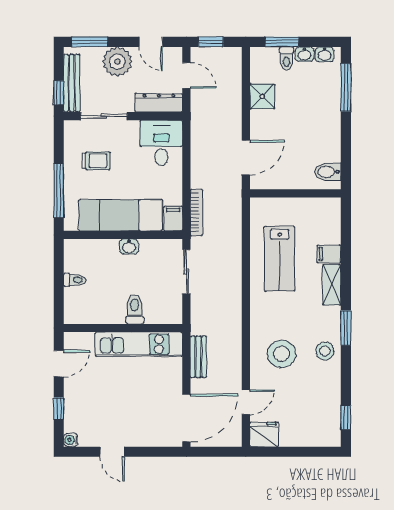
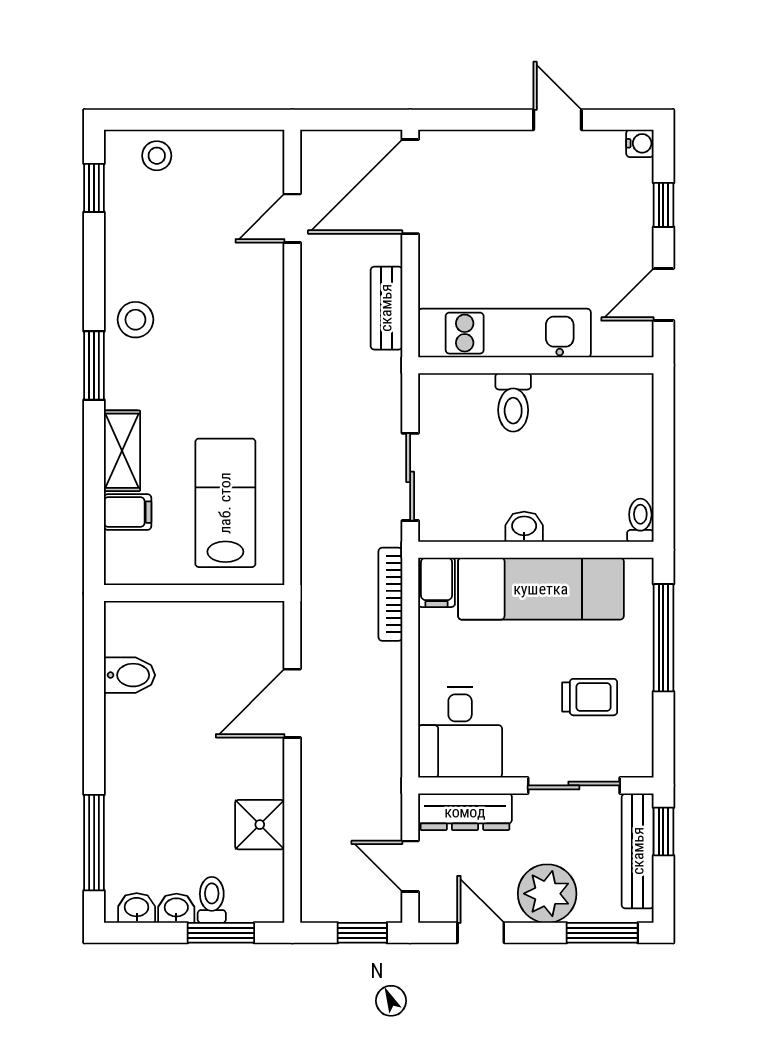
trolley: (96, 161) -> (590, 697), turned 180
wall: (295, 193) -> (194, 593), moved
toilet: (75, 280) -> (640, 520), moved, turned 90
stool: (282, 354) -> (157, 156), moved, width x0.53, depth x0.53
fridge: (264, 434) -> (256, 154), removed

